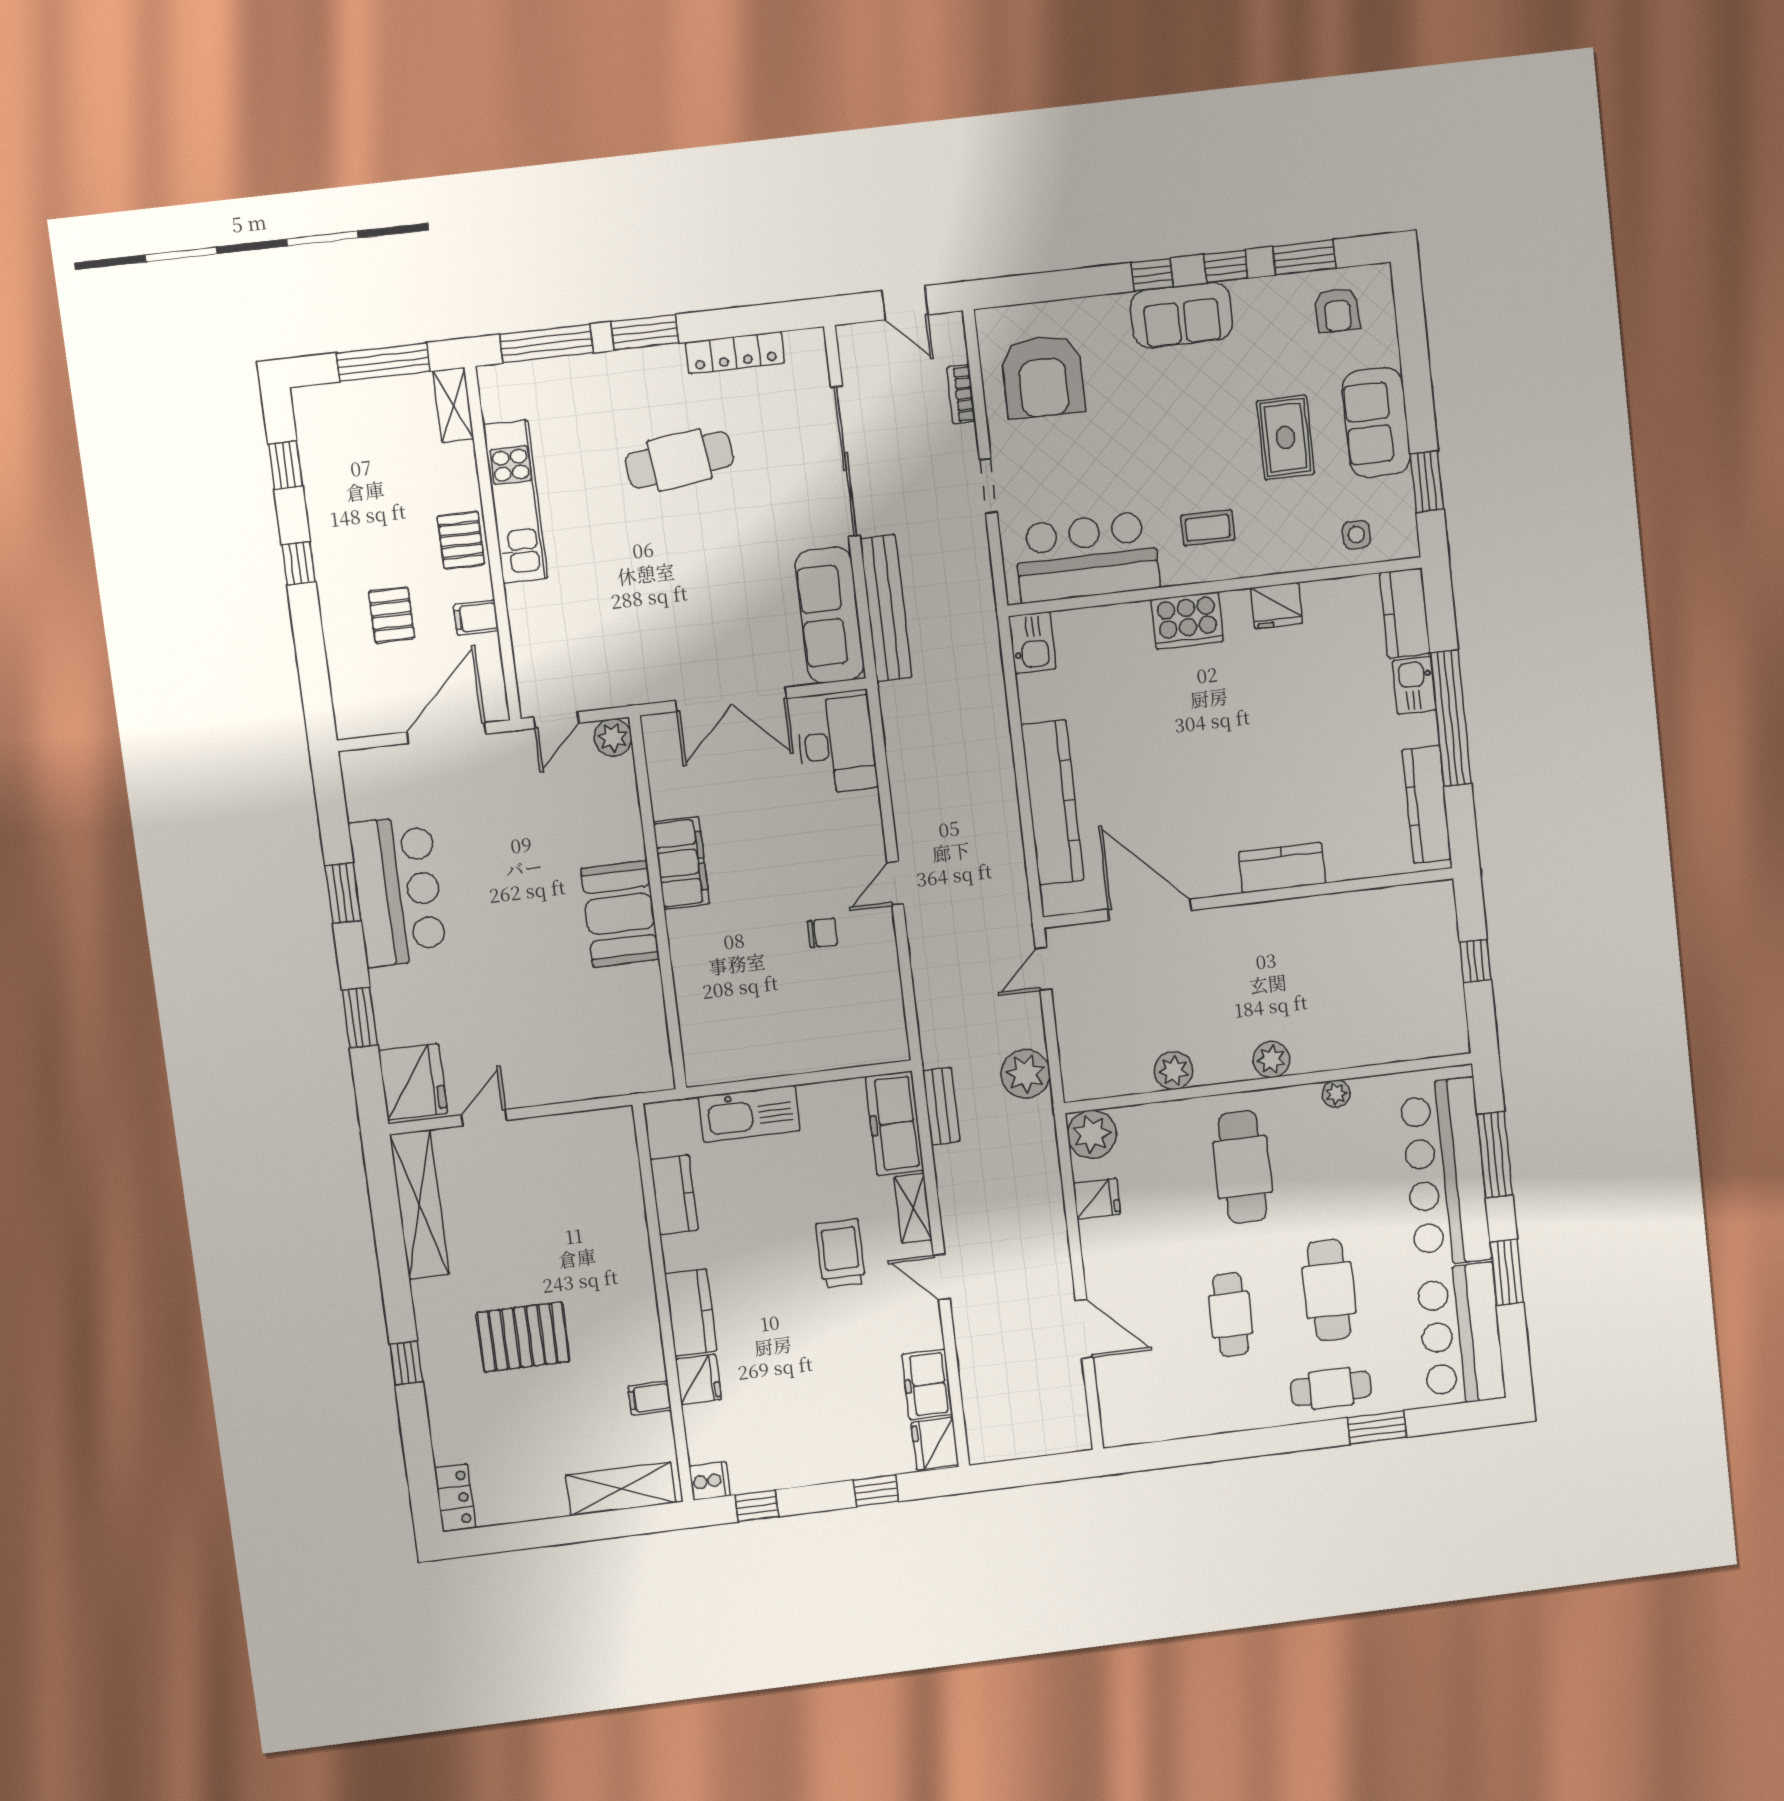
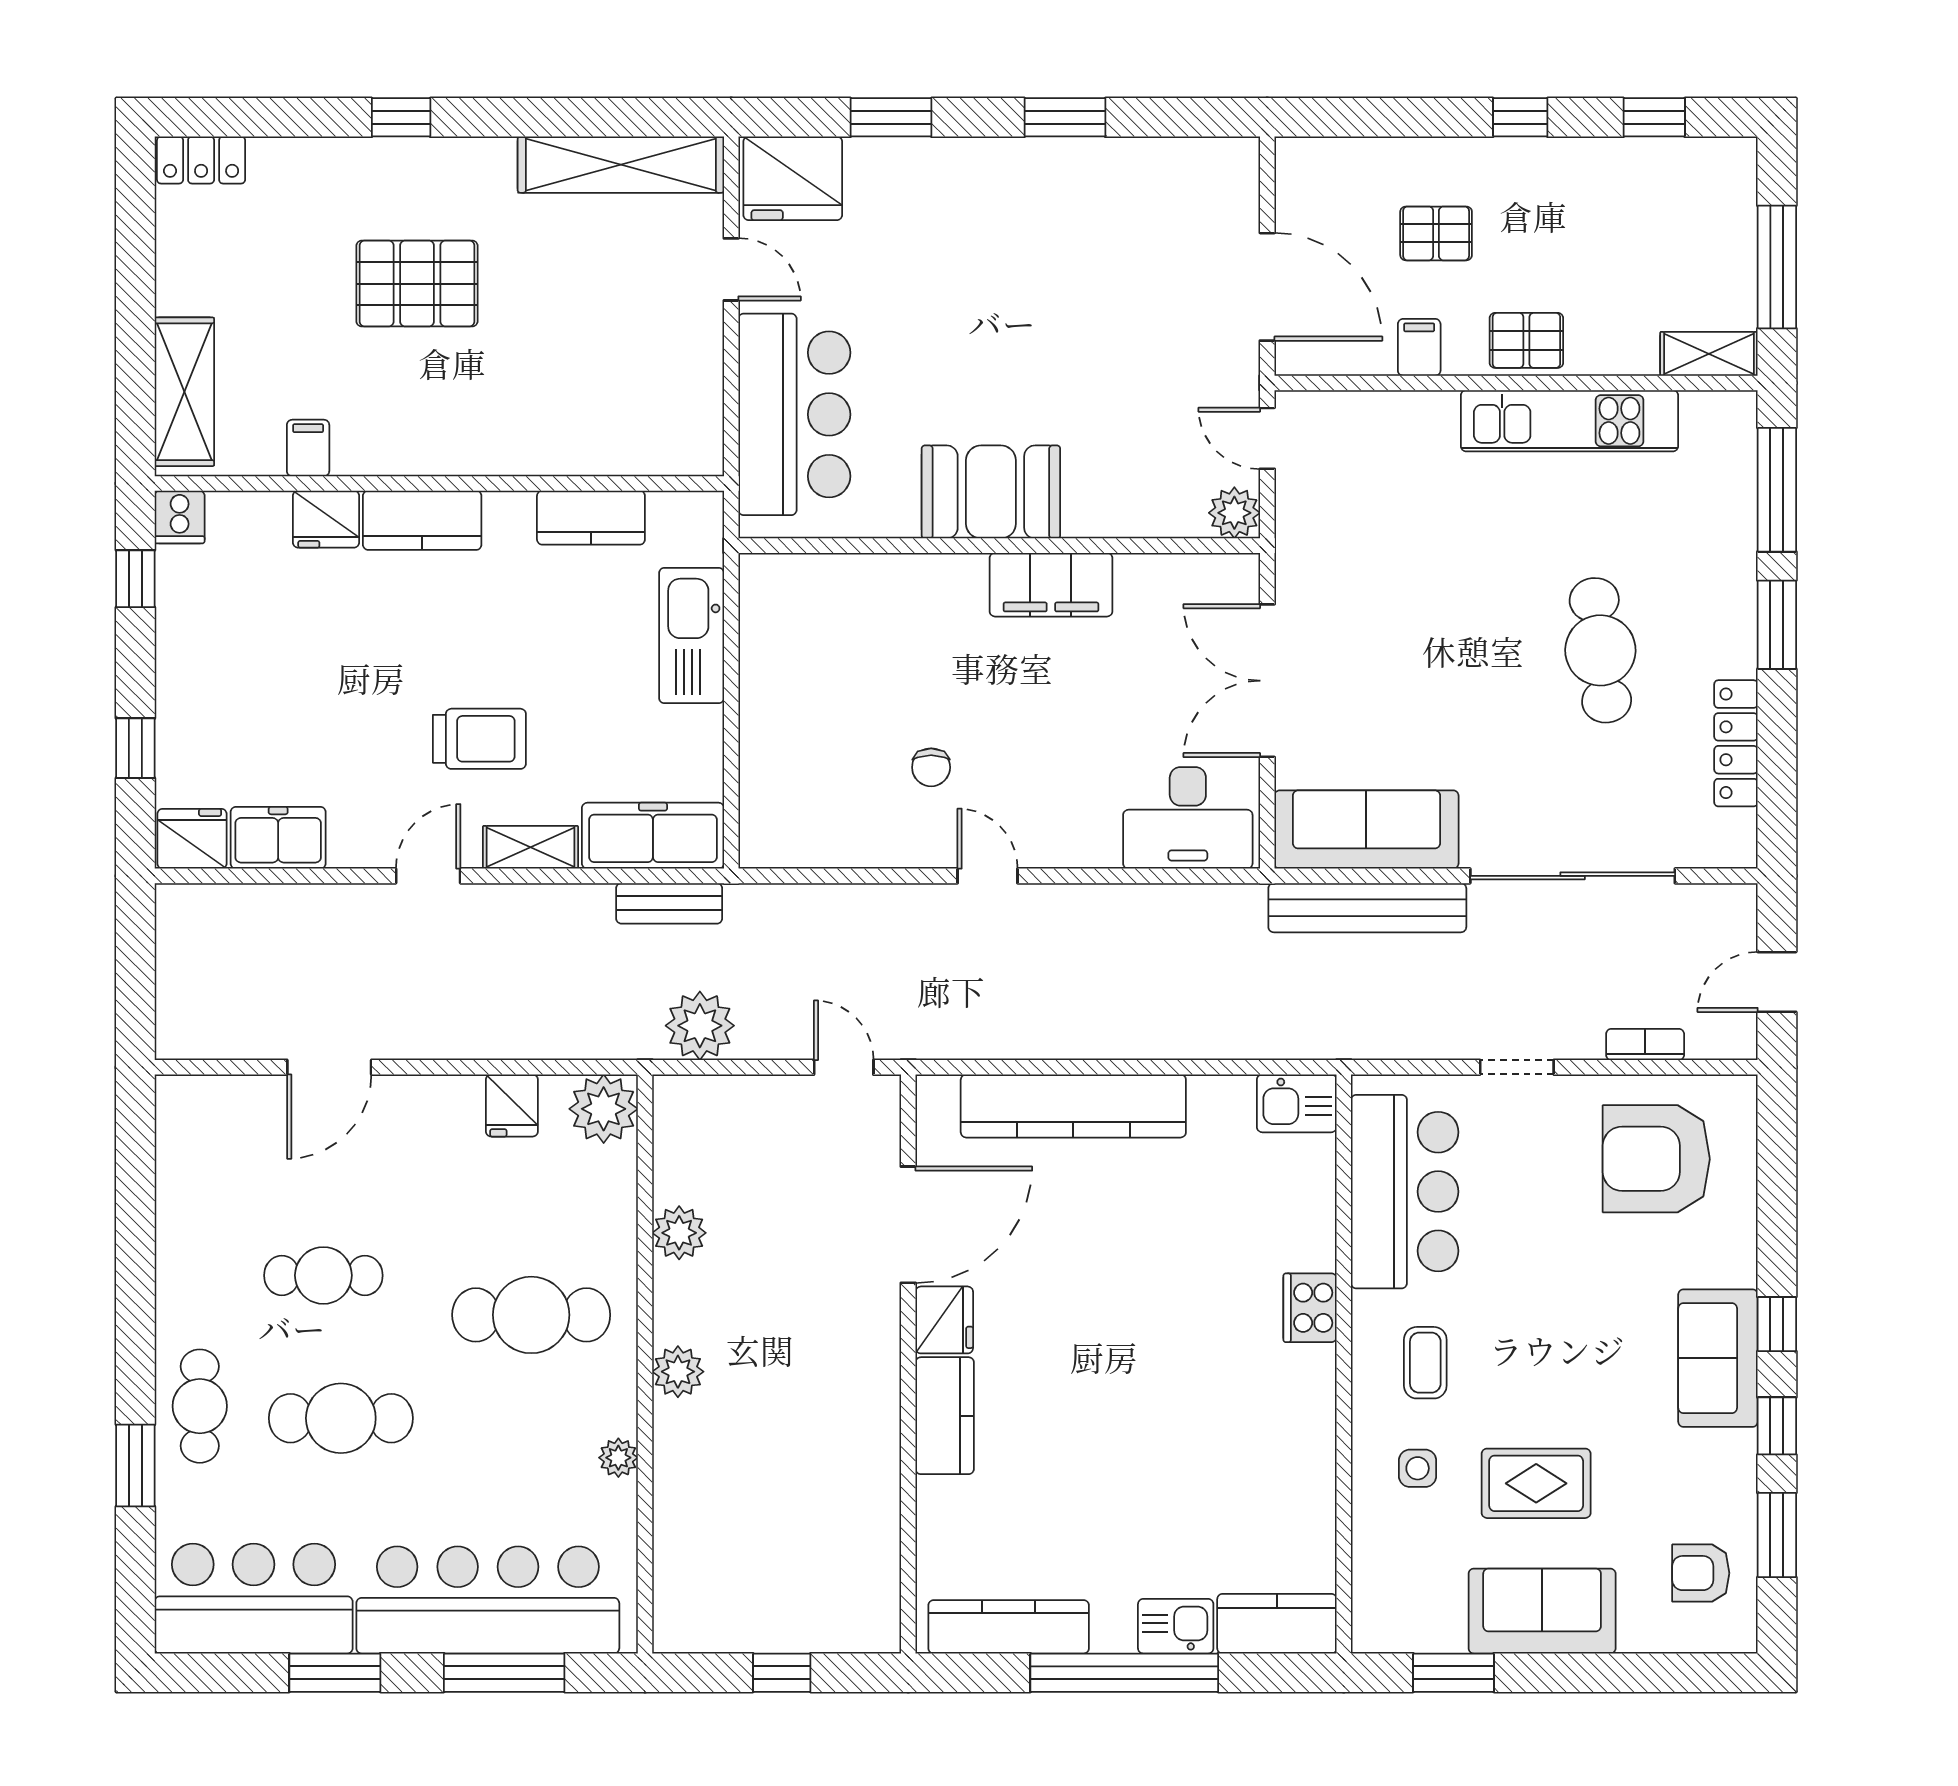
side table: (1356, 535) -> (1418, 1468), moved
fridge: (1277, 606) -> (944, 1320), moved, turned 180
cooker: (1187, 621) -> (1310, 1308), width x0.73, depth x0.76
bar counter: (398, 891) -> (794, 414), moved, turned -90
pallet: (523, 1337) -> (417, 284), turned 90

